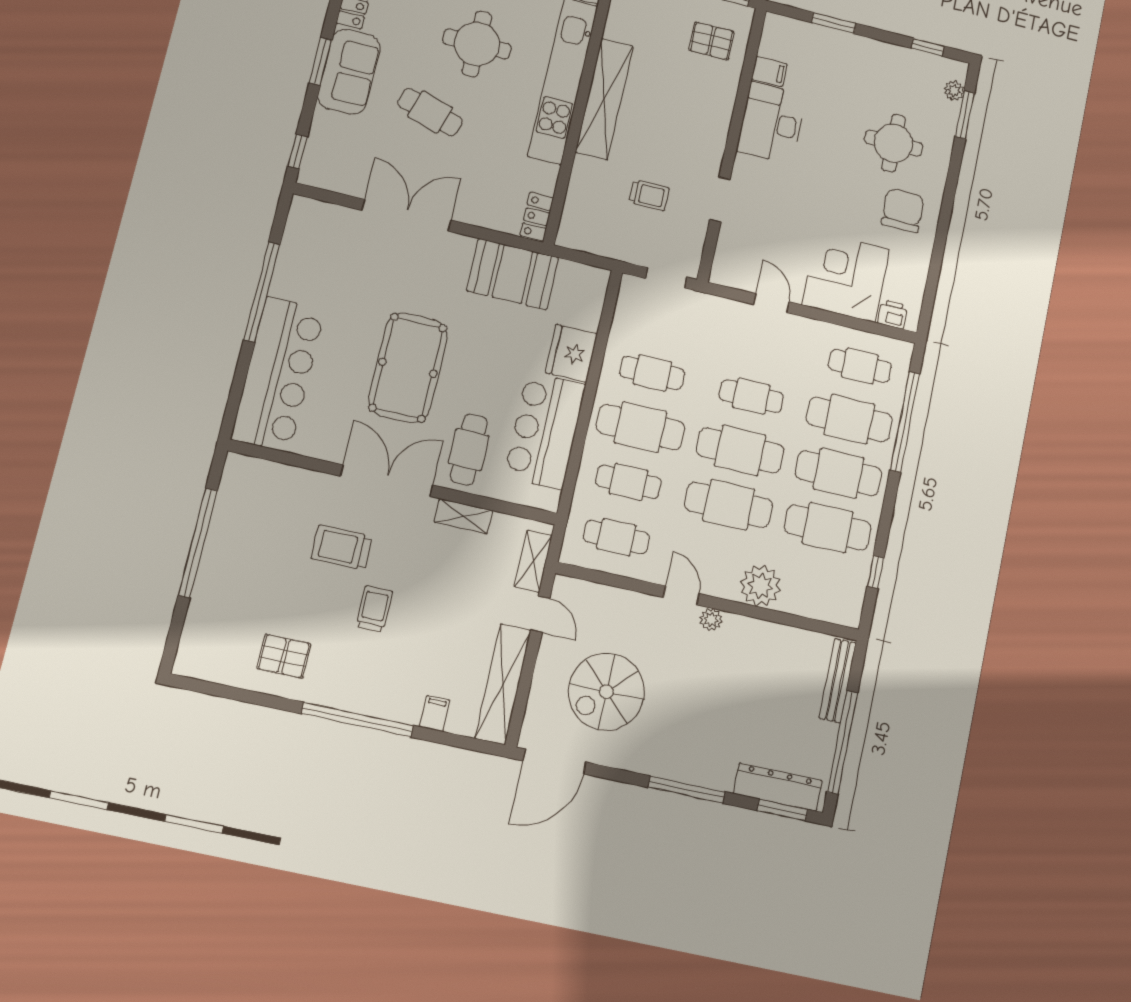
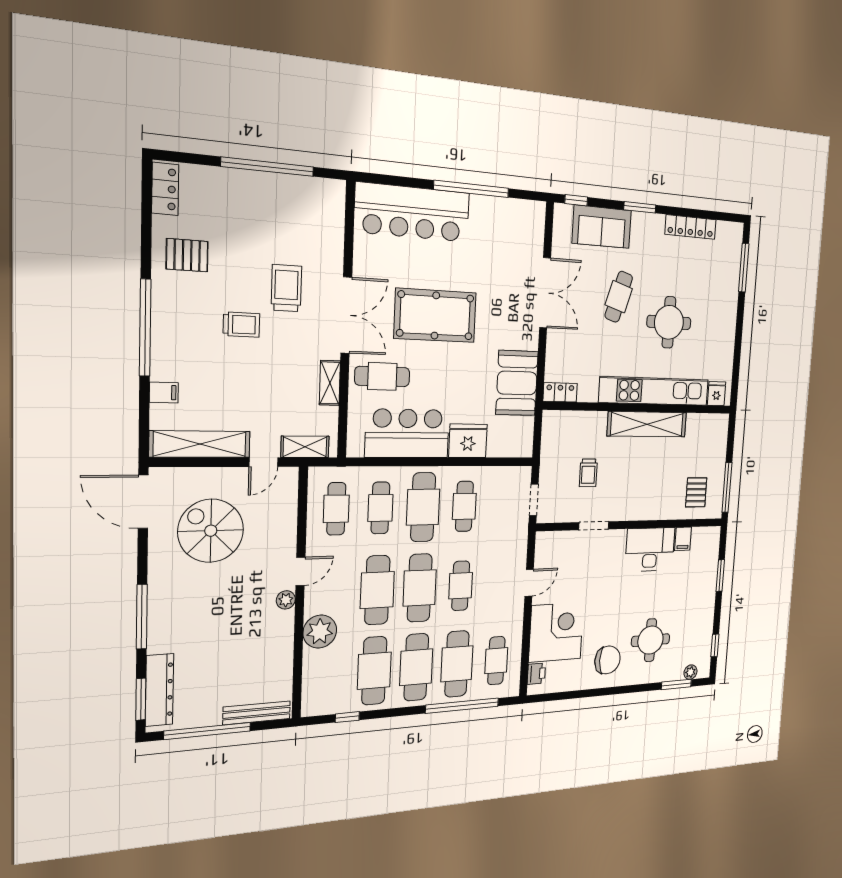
sofa: (349, 72) -> (602, 227), moved
pallet: (284, 656) -> (187, 255), turned 90
locker: (205, 666) -> (165, 189), added

